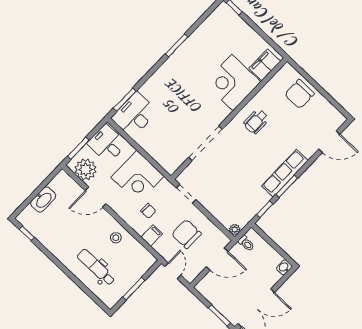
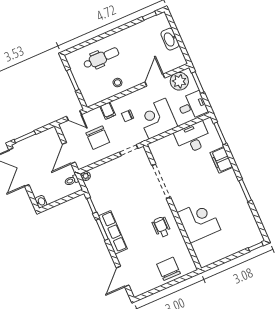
filing cabinet: (265, 65) -> (221, 160), moved, turned 180
desk: (134, 115) -> (193, 138), moved, turned -90
chair: (186, 234) -> (98, 138), turned 90

